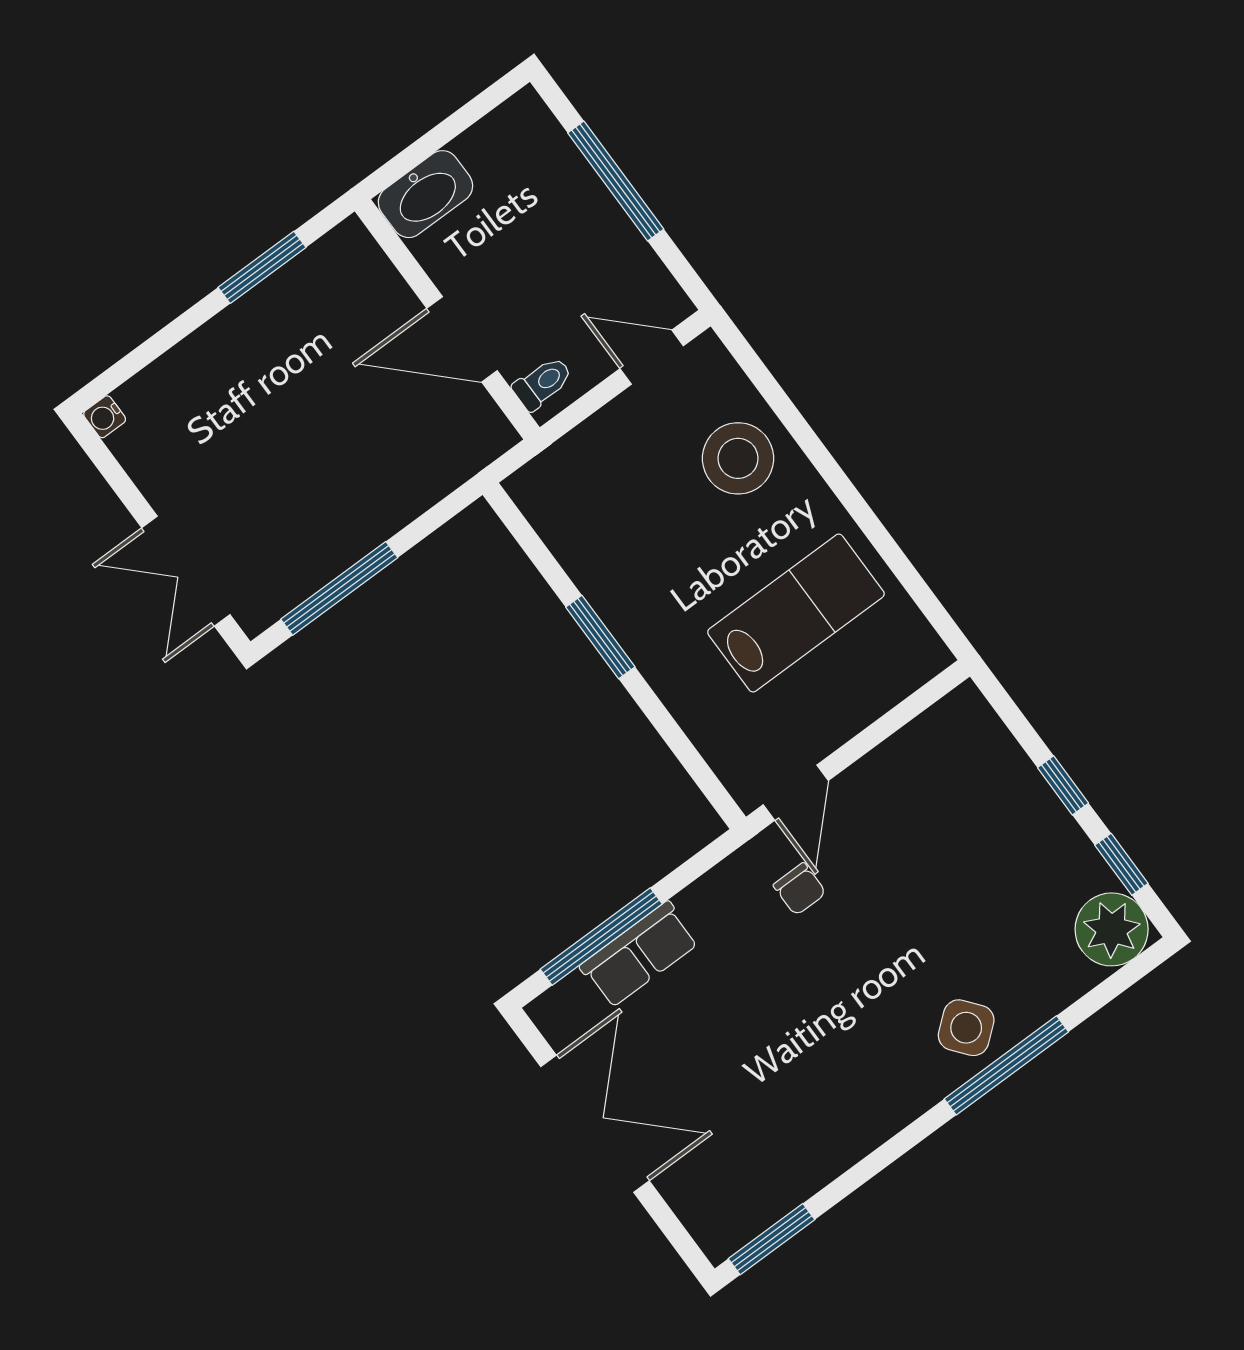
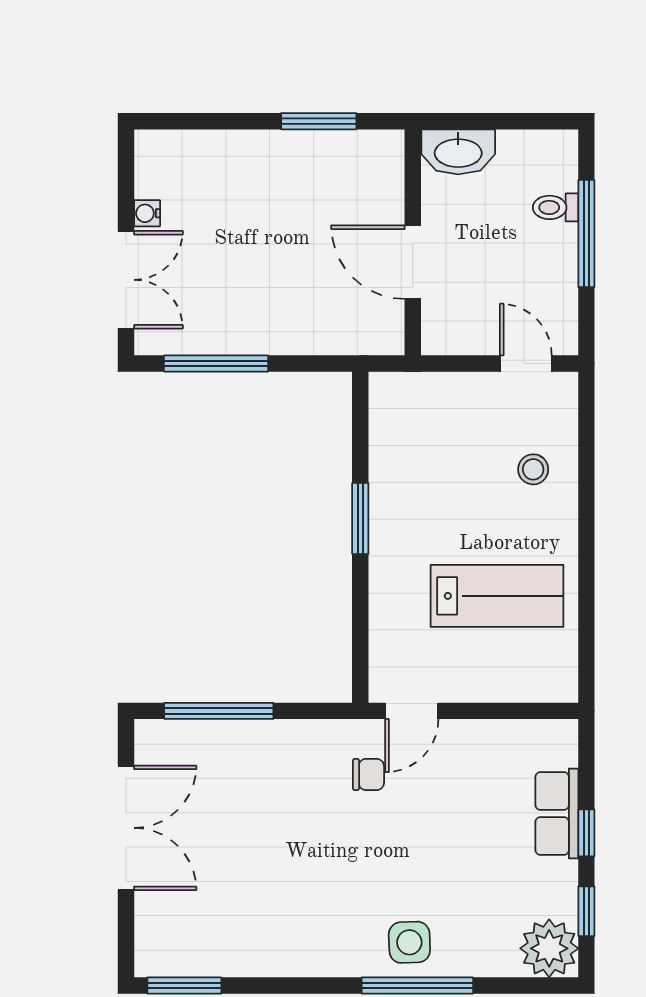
toilet: (543, 383) -> (556, 207), moved, turned 180
water cooler: (105, 417) -> (147, 213), moved
stool: (738, 458) -> (533, 469), width x0.53, depth x0.53
double door: (186, 571) -> (126, 280), swing flipped
chair: (800, 889) -> (368, 774), turned -90
row of seats: (639, 955) -> (557, 814), moved, turned 90
side table: (966, 1028) -> (409, 942), turned 37

